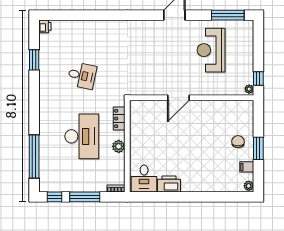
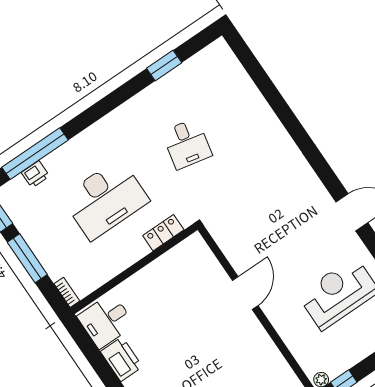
printer: (45, 26) -> (35, 174), moved
door: (178, 98) -> (245, 293), swing flipped
plant: (119, 146) -> (126, 257), removed

